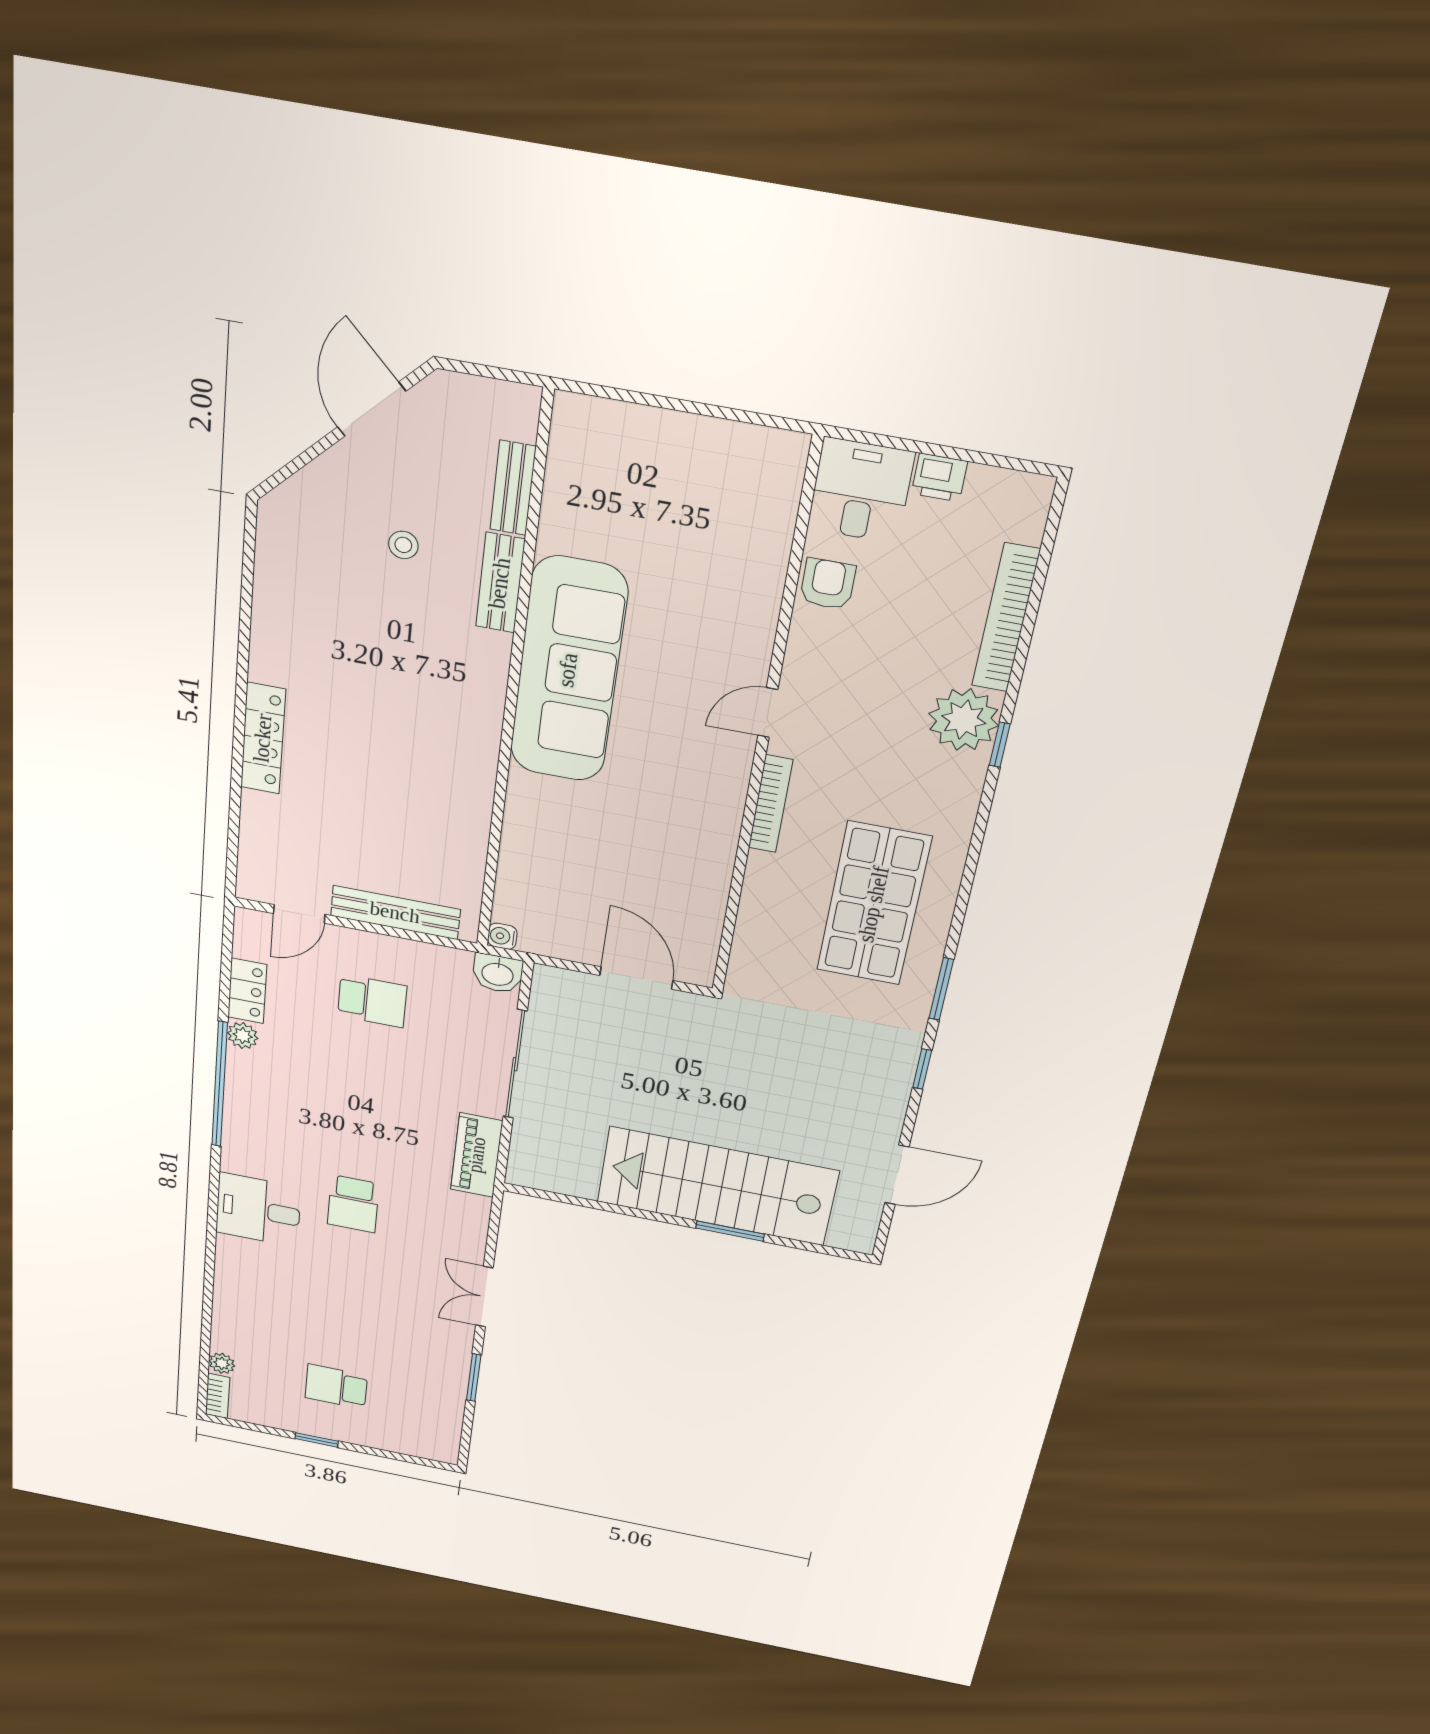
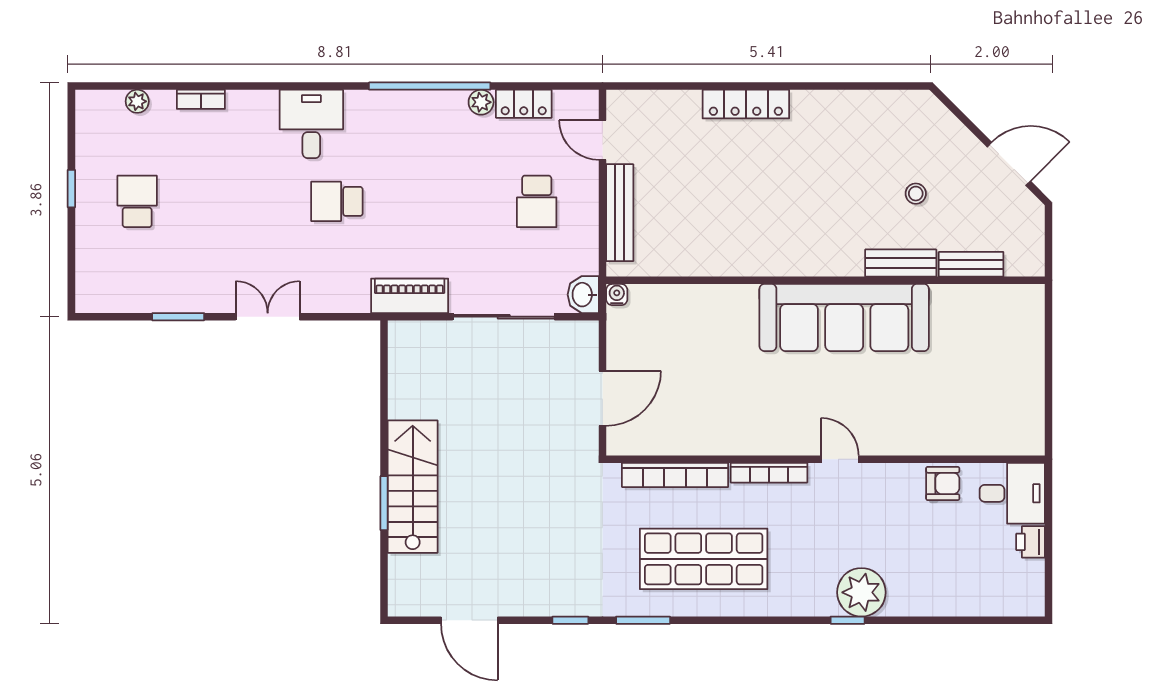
bookcase: (1006, 618) -> (675, 475), moved, turned 180
stairs: (717, 1186) -> (413, 487), width x0.73, depth x0.66
bookcase: (218, 1396) -> (201, 99), moved

